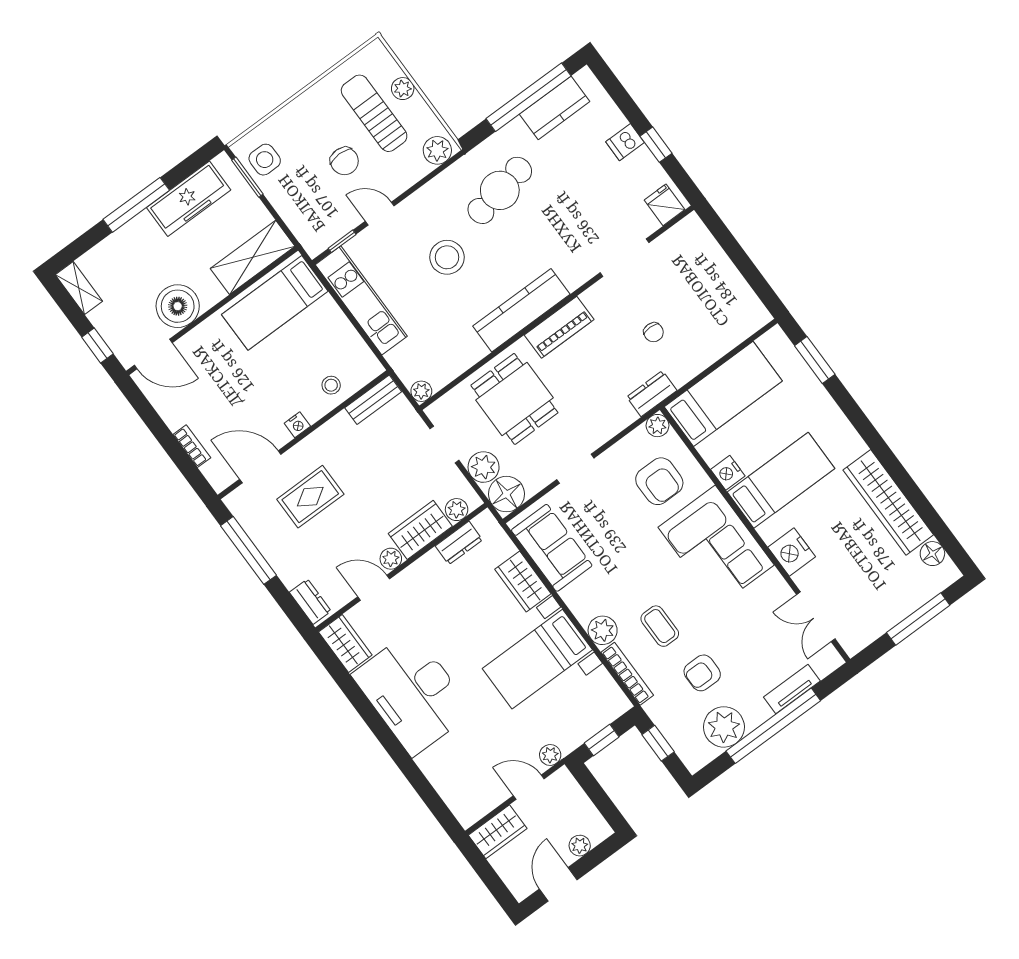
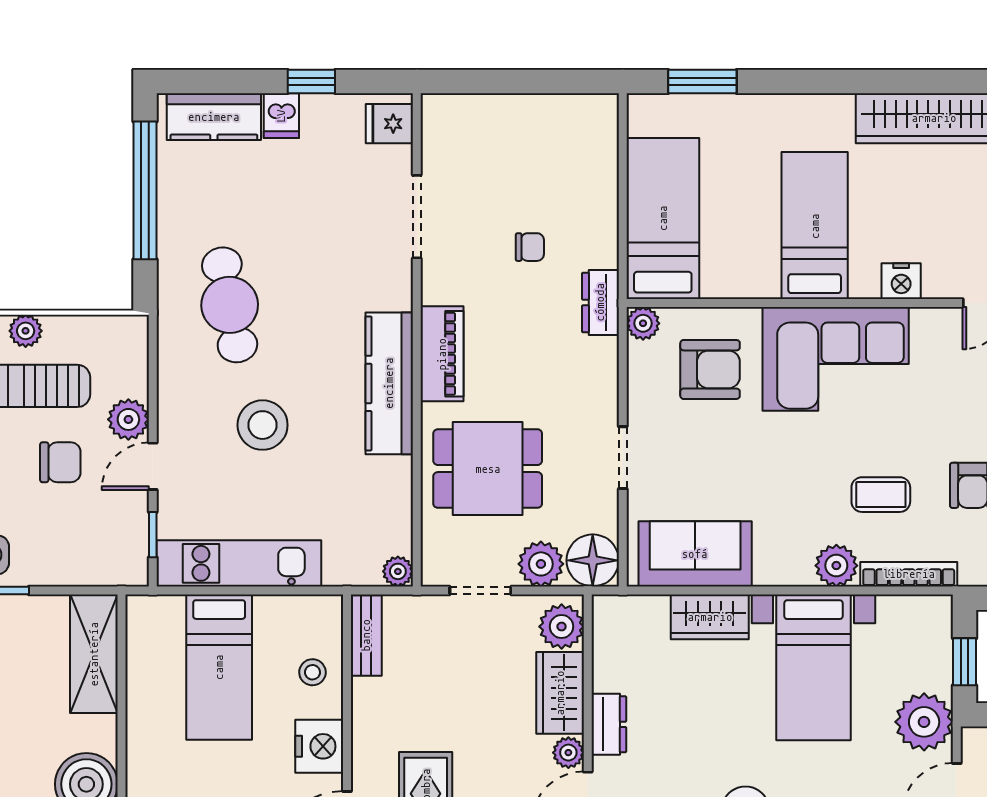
kitchen counter: (555, 108) -> (214, 117), moved, turned 90
plant: (437, 150) -> (128, 419), moved
bed: (275, 303) -> (219, 667), moved
nightstand: (297, 425) -> (319, 746), width x1.89, depth x1.79
nightstand: (728, 473) -> (759, 282), removed
plant: (457, 510) -> (562, 627), width x1.38, depth x1.38
dresser: (459, 543) -> (609, 724), moved
nightstand: (792, 552) -> (901, 281), width x0.74, depth x0.75
plant: (550, 755) -> (924, 722), width x1.87, depth x1.87

